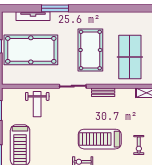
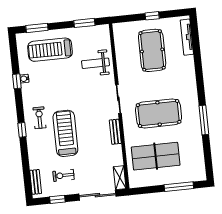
window: (55, 8) -> (204, 120), moved
tv unit: (33, 16) -> (187, 37), moved
pool table: (31, 50) -> (152, 50), width x0.73, depth x0.76

